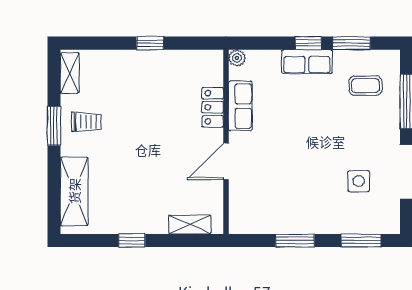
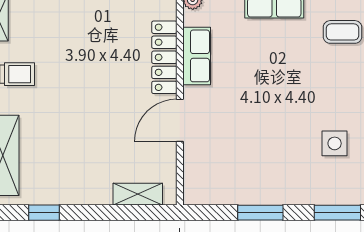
locker: (213, 107) -> (164, 57), width x1.53
window: (132, 240) -> (44, 213), moved

